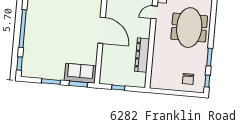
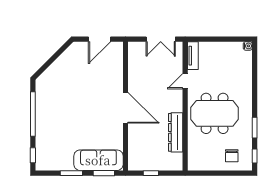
meeting table: (189, 28) -> (215, 113), moved, turned 90
sofa: (80, 73) -> (98, 160), width x1.36

